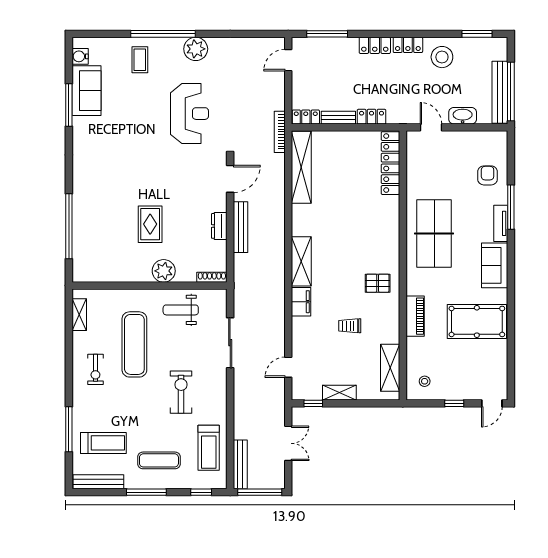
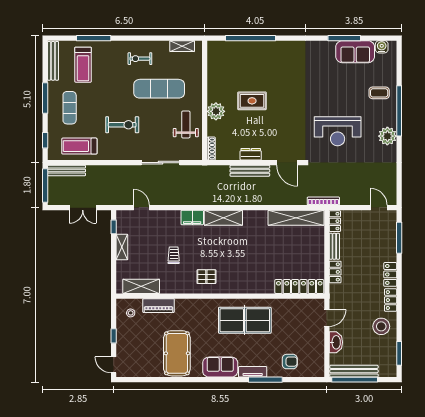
pallet: (378, 283) -> (206, 277), turned 90
piano: (415, 316) -> (159, 306), moved

